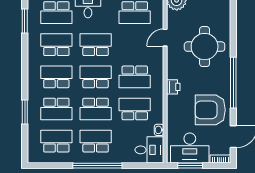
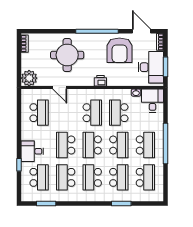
school desk: (56, 141) -> (145, 177), turned 180
school desk: (96, 141) -> (145, 145), turned 180

